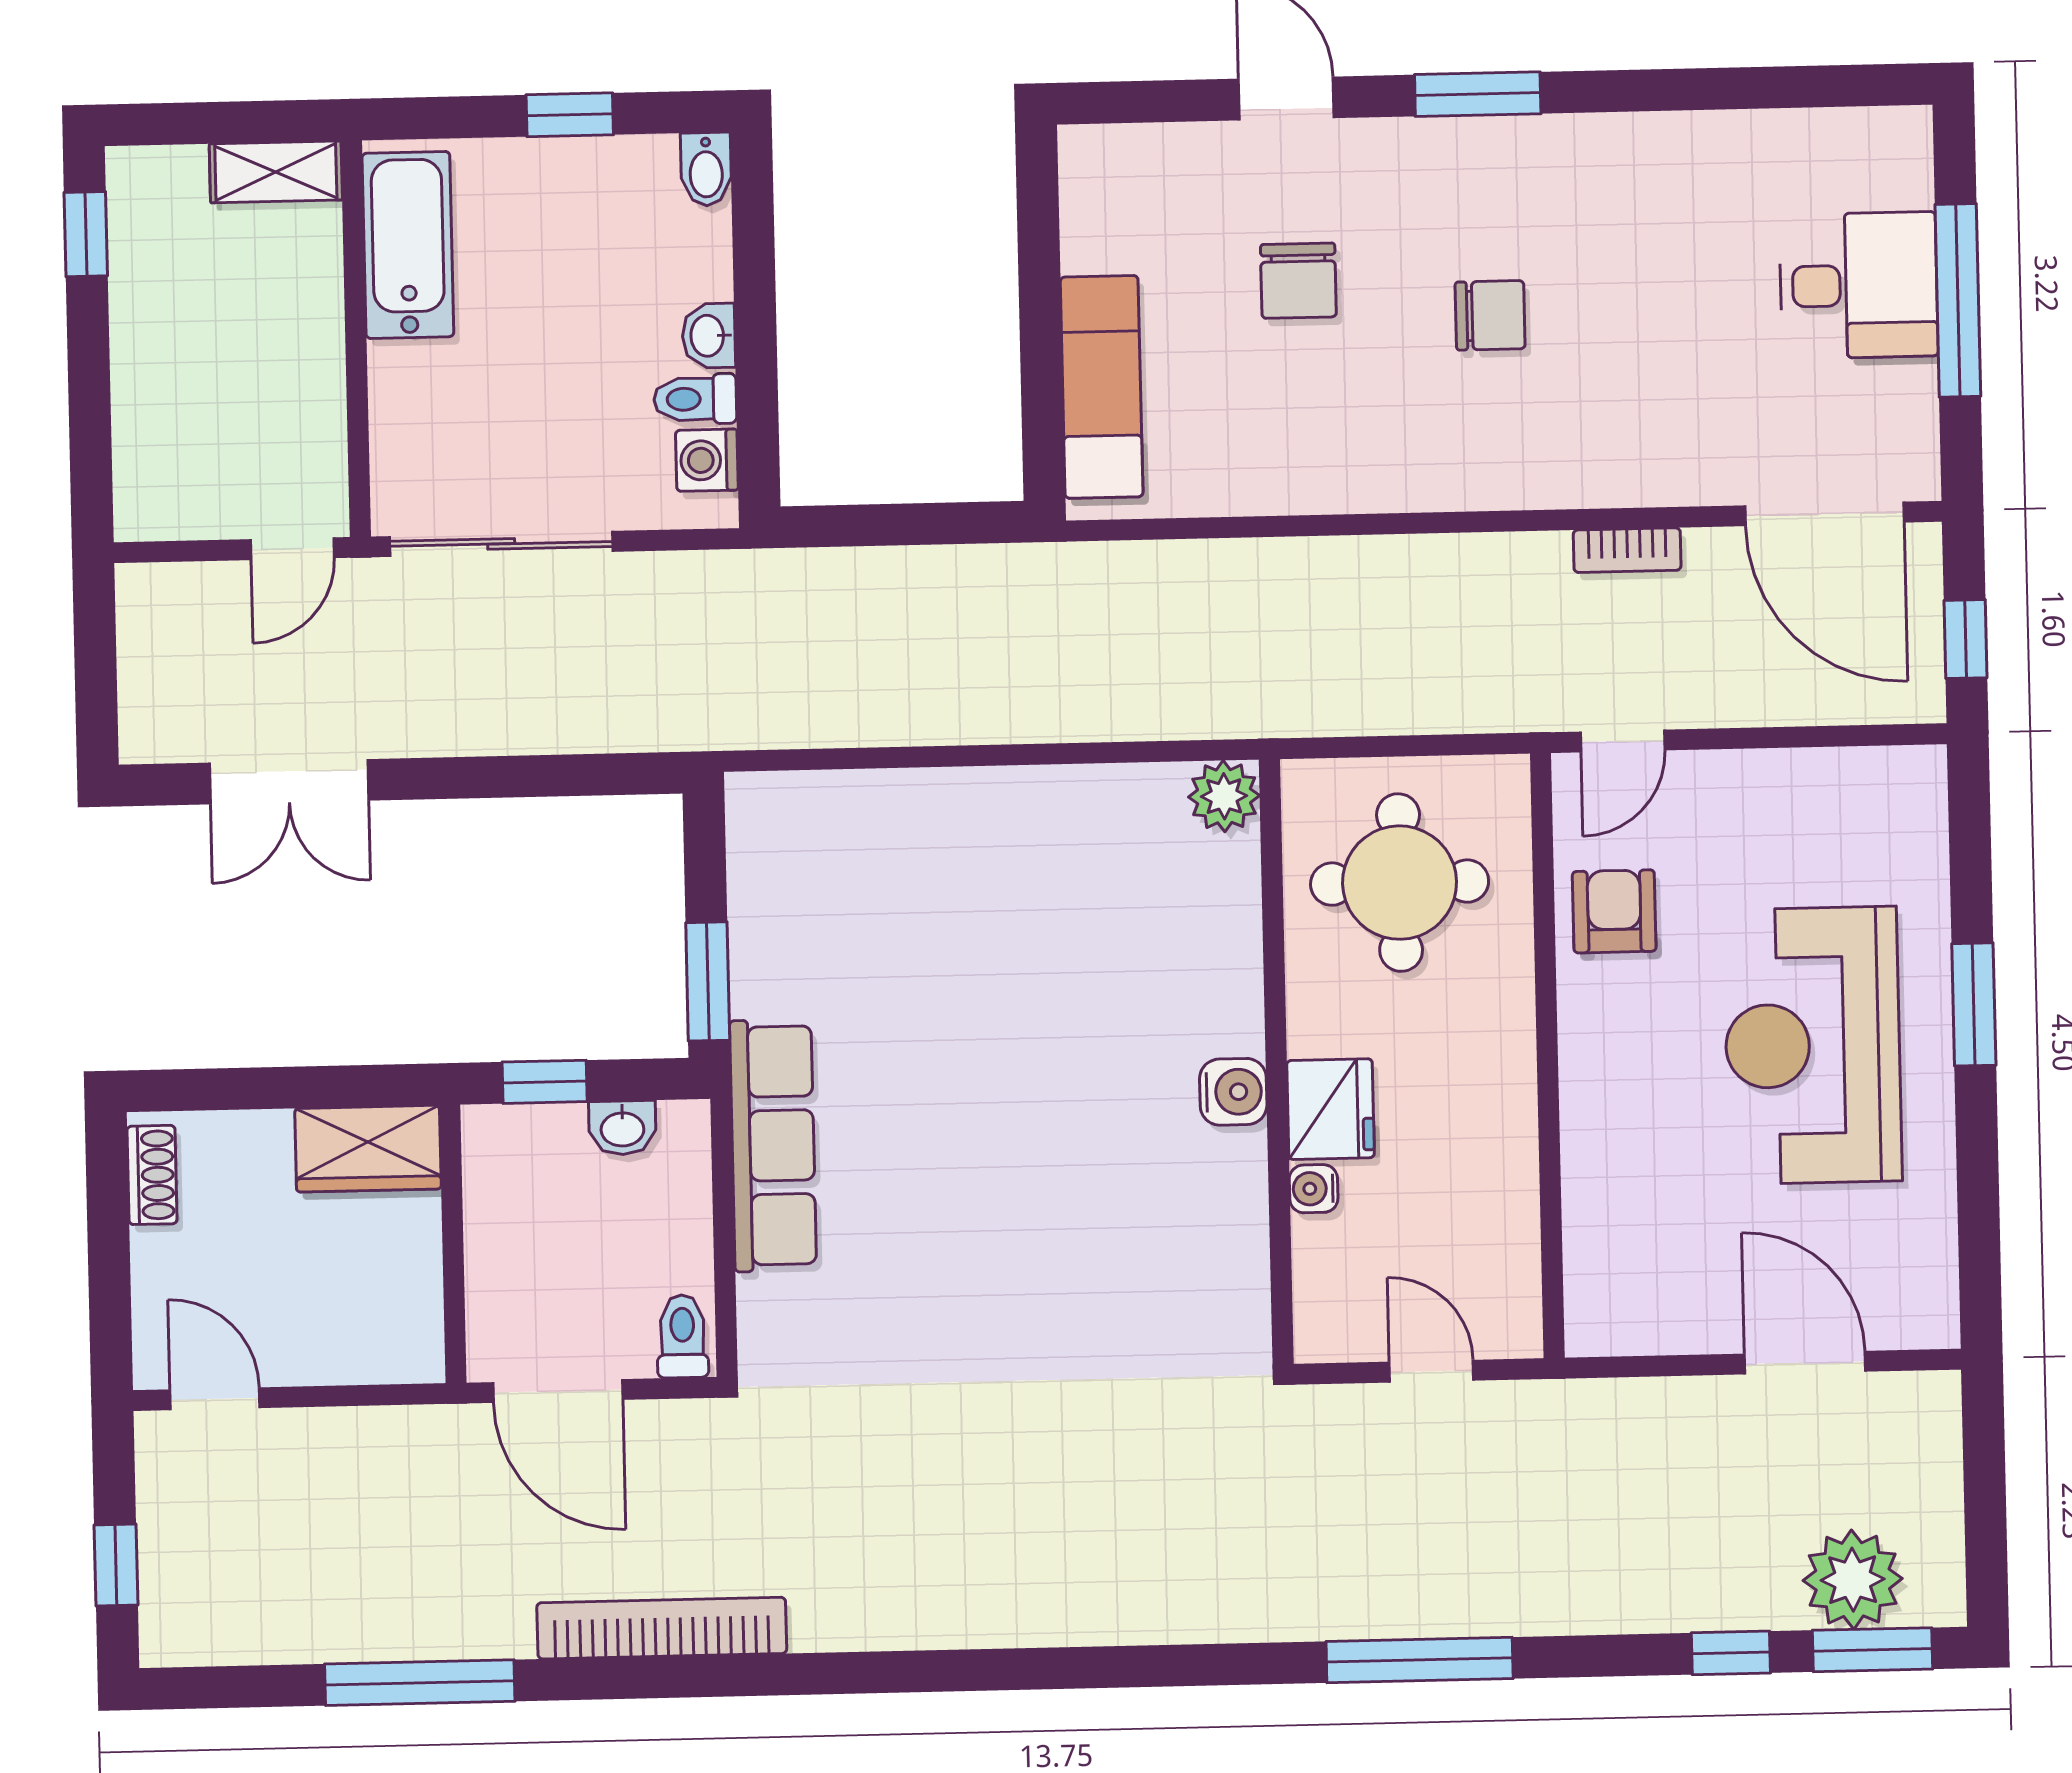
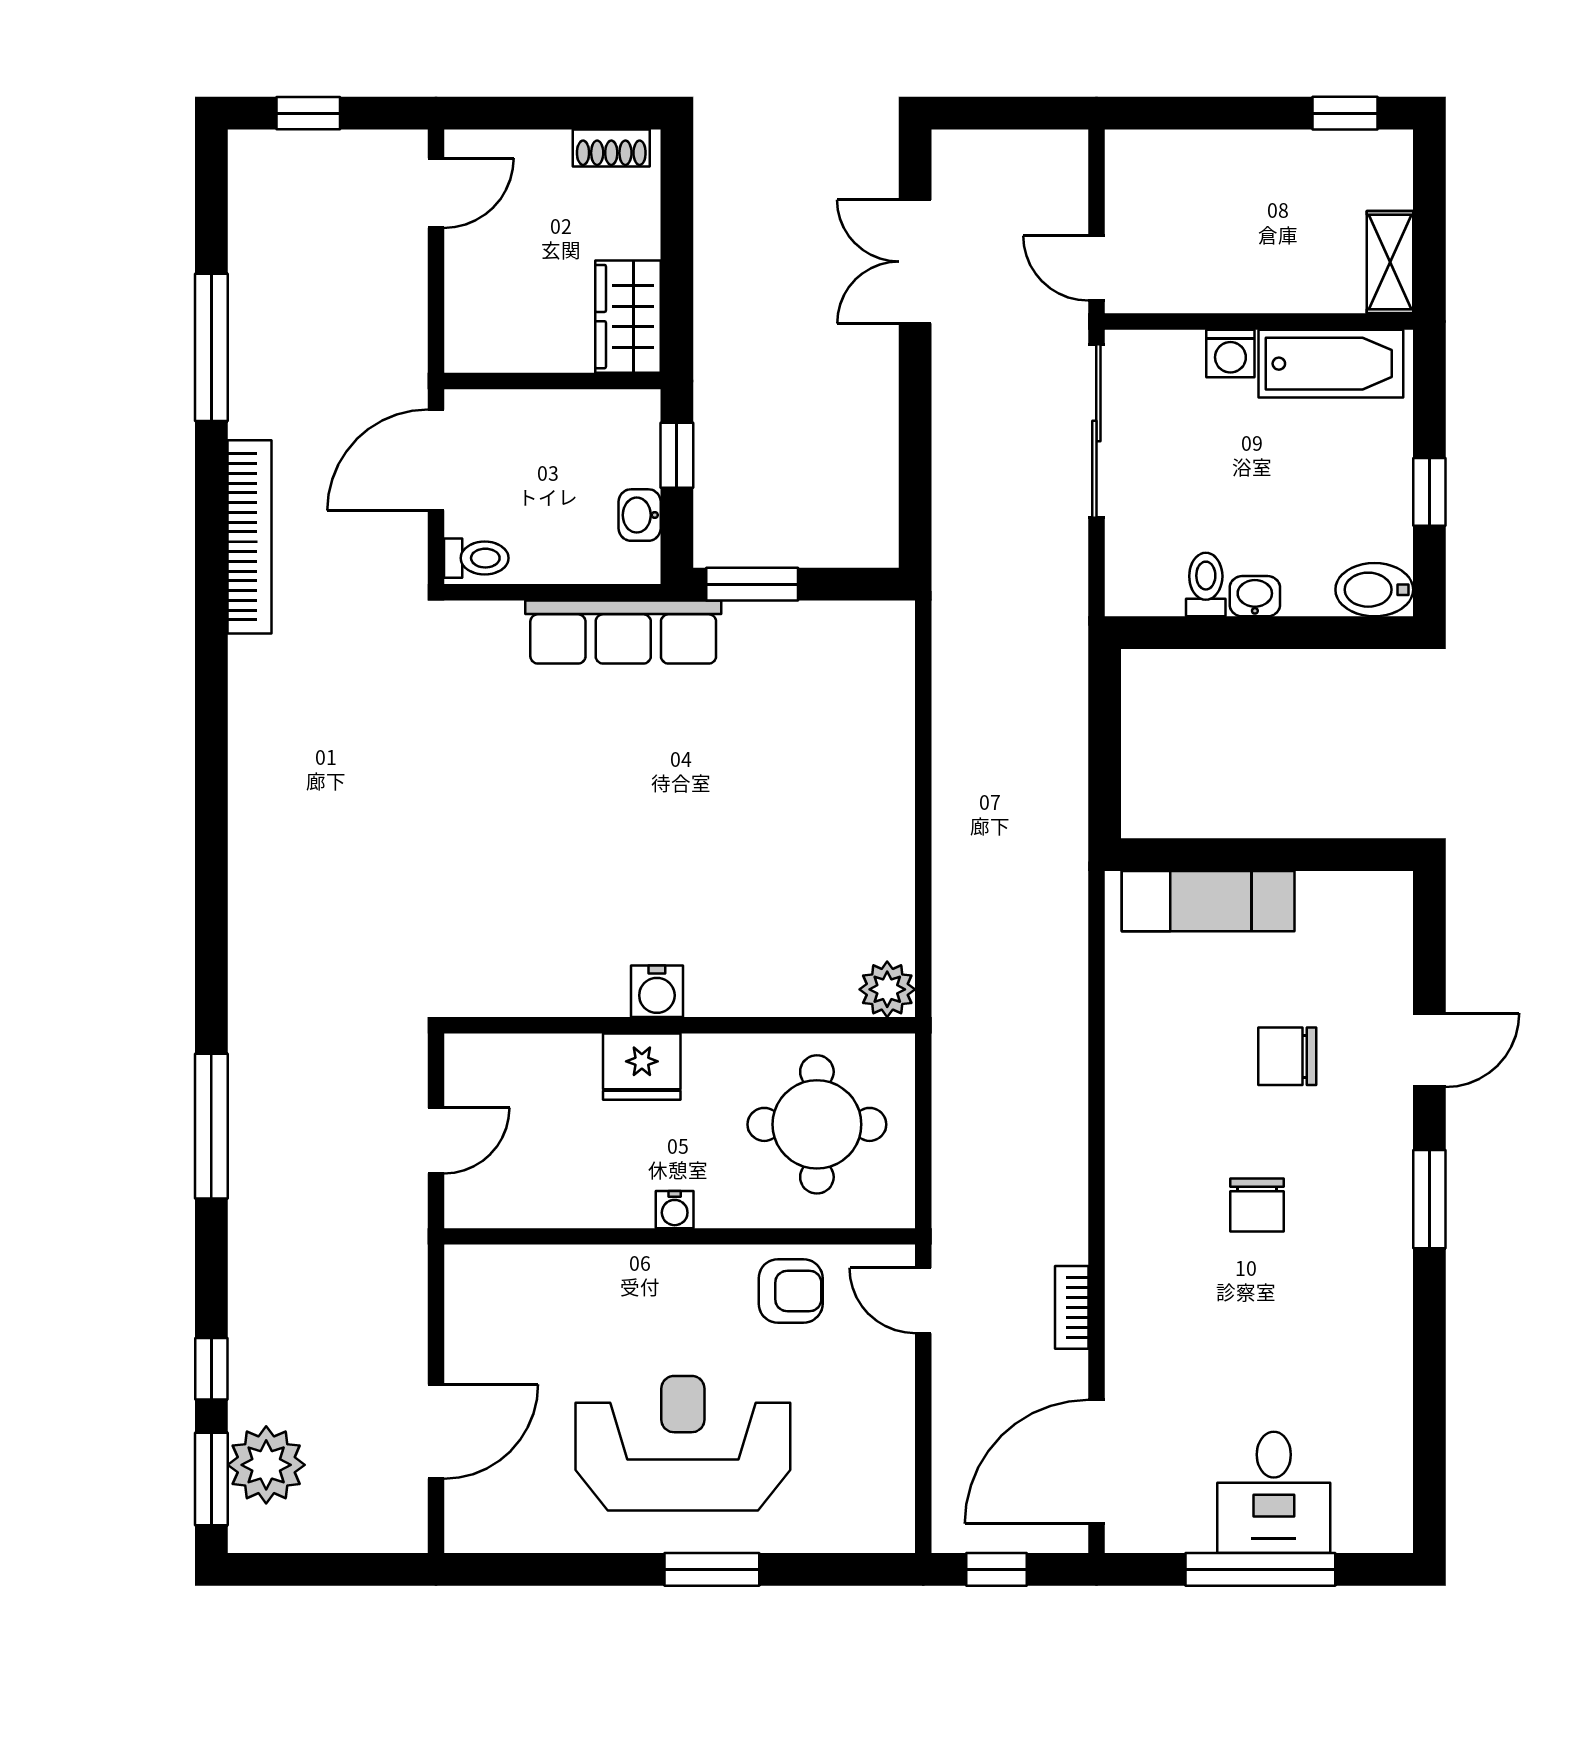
bidet: (706, 169) -> (1374, 590), width x1.38, depth x1.36
washing machine: (707, 460) -> (1230, 353), moved, turned 180
water cooler: (1314, 1189) -> (675, 1210), moved, turned 180

